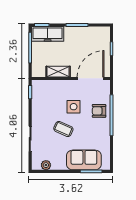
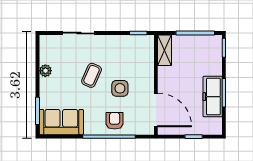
freezer: (48, 34) -> (213, 97), moved
shelving: (58, 72) -> (165, 50), moved
sofa: (84, 160) -> (61, 122), moved, turned -90
plant: (46, 165) -> (45, 71), moved

